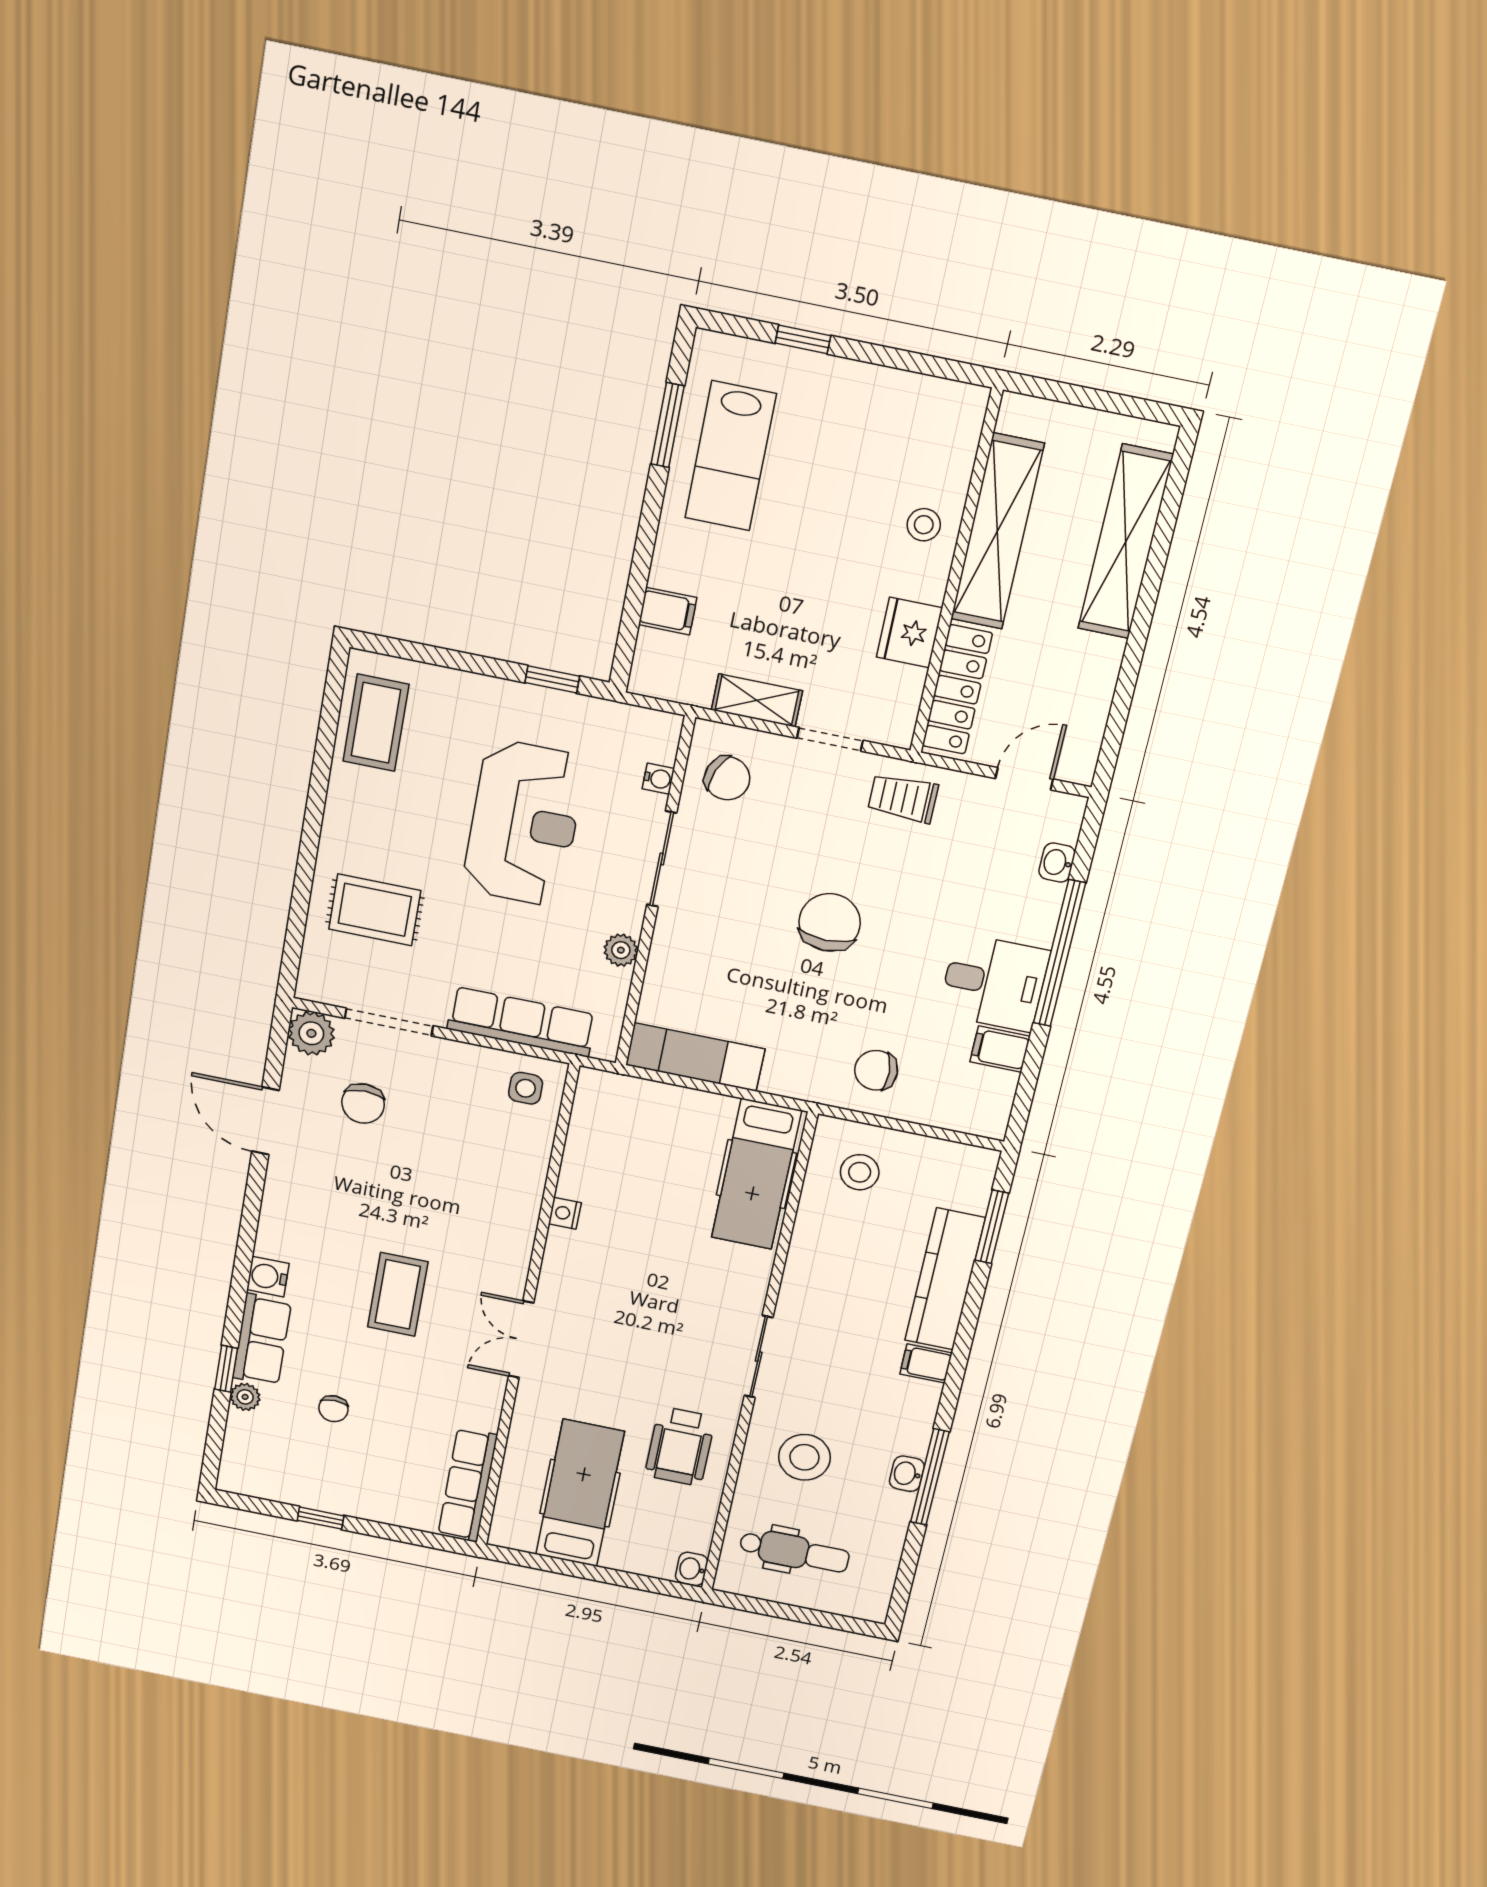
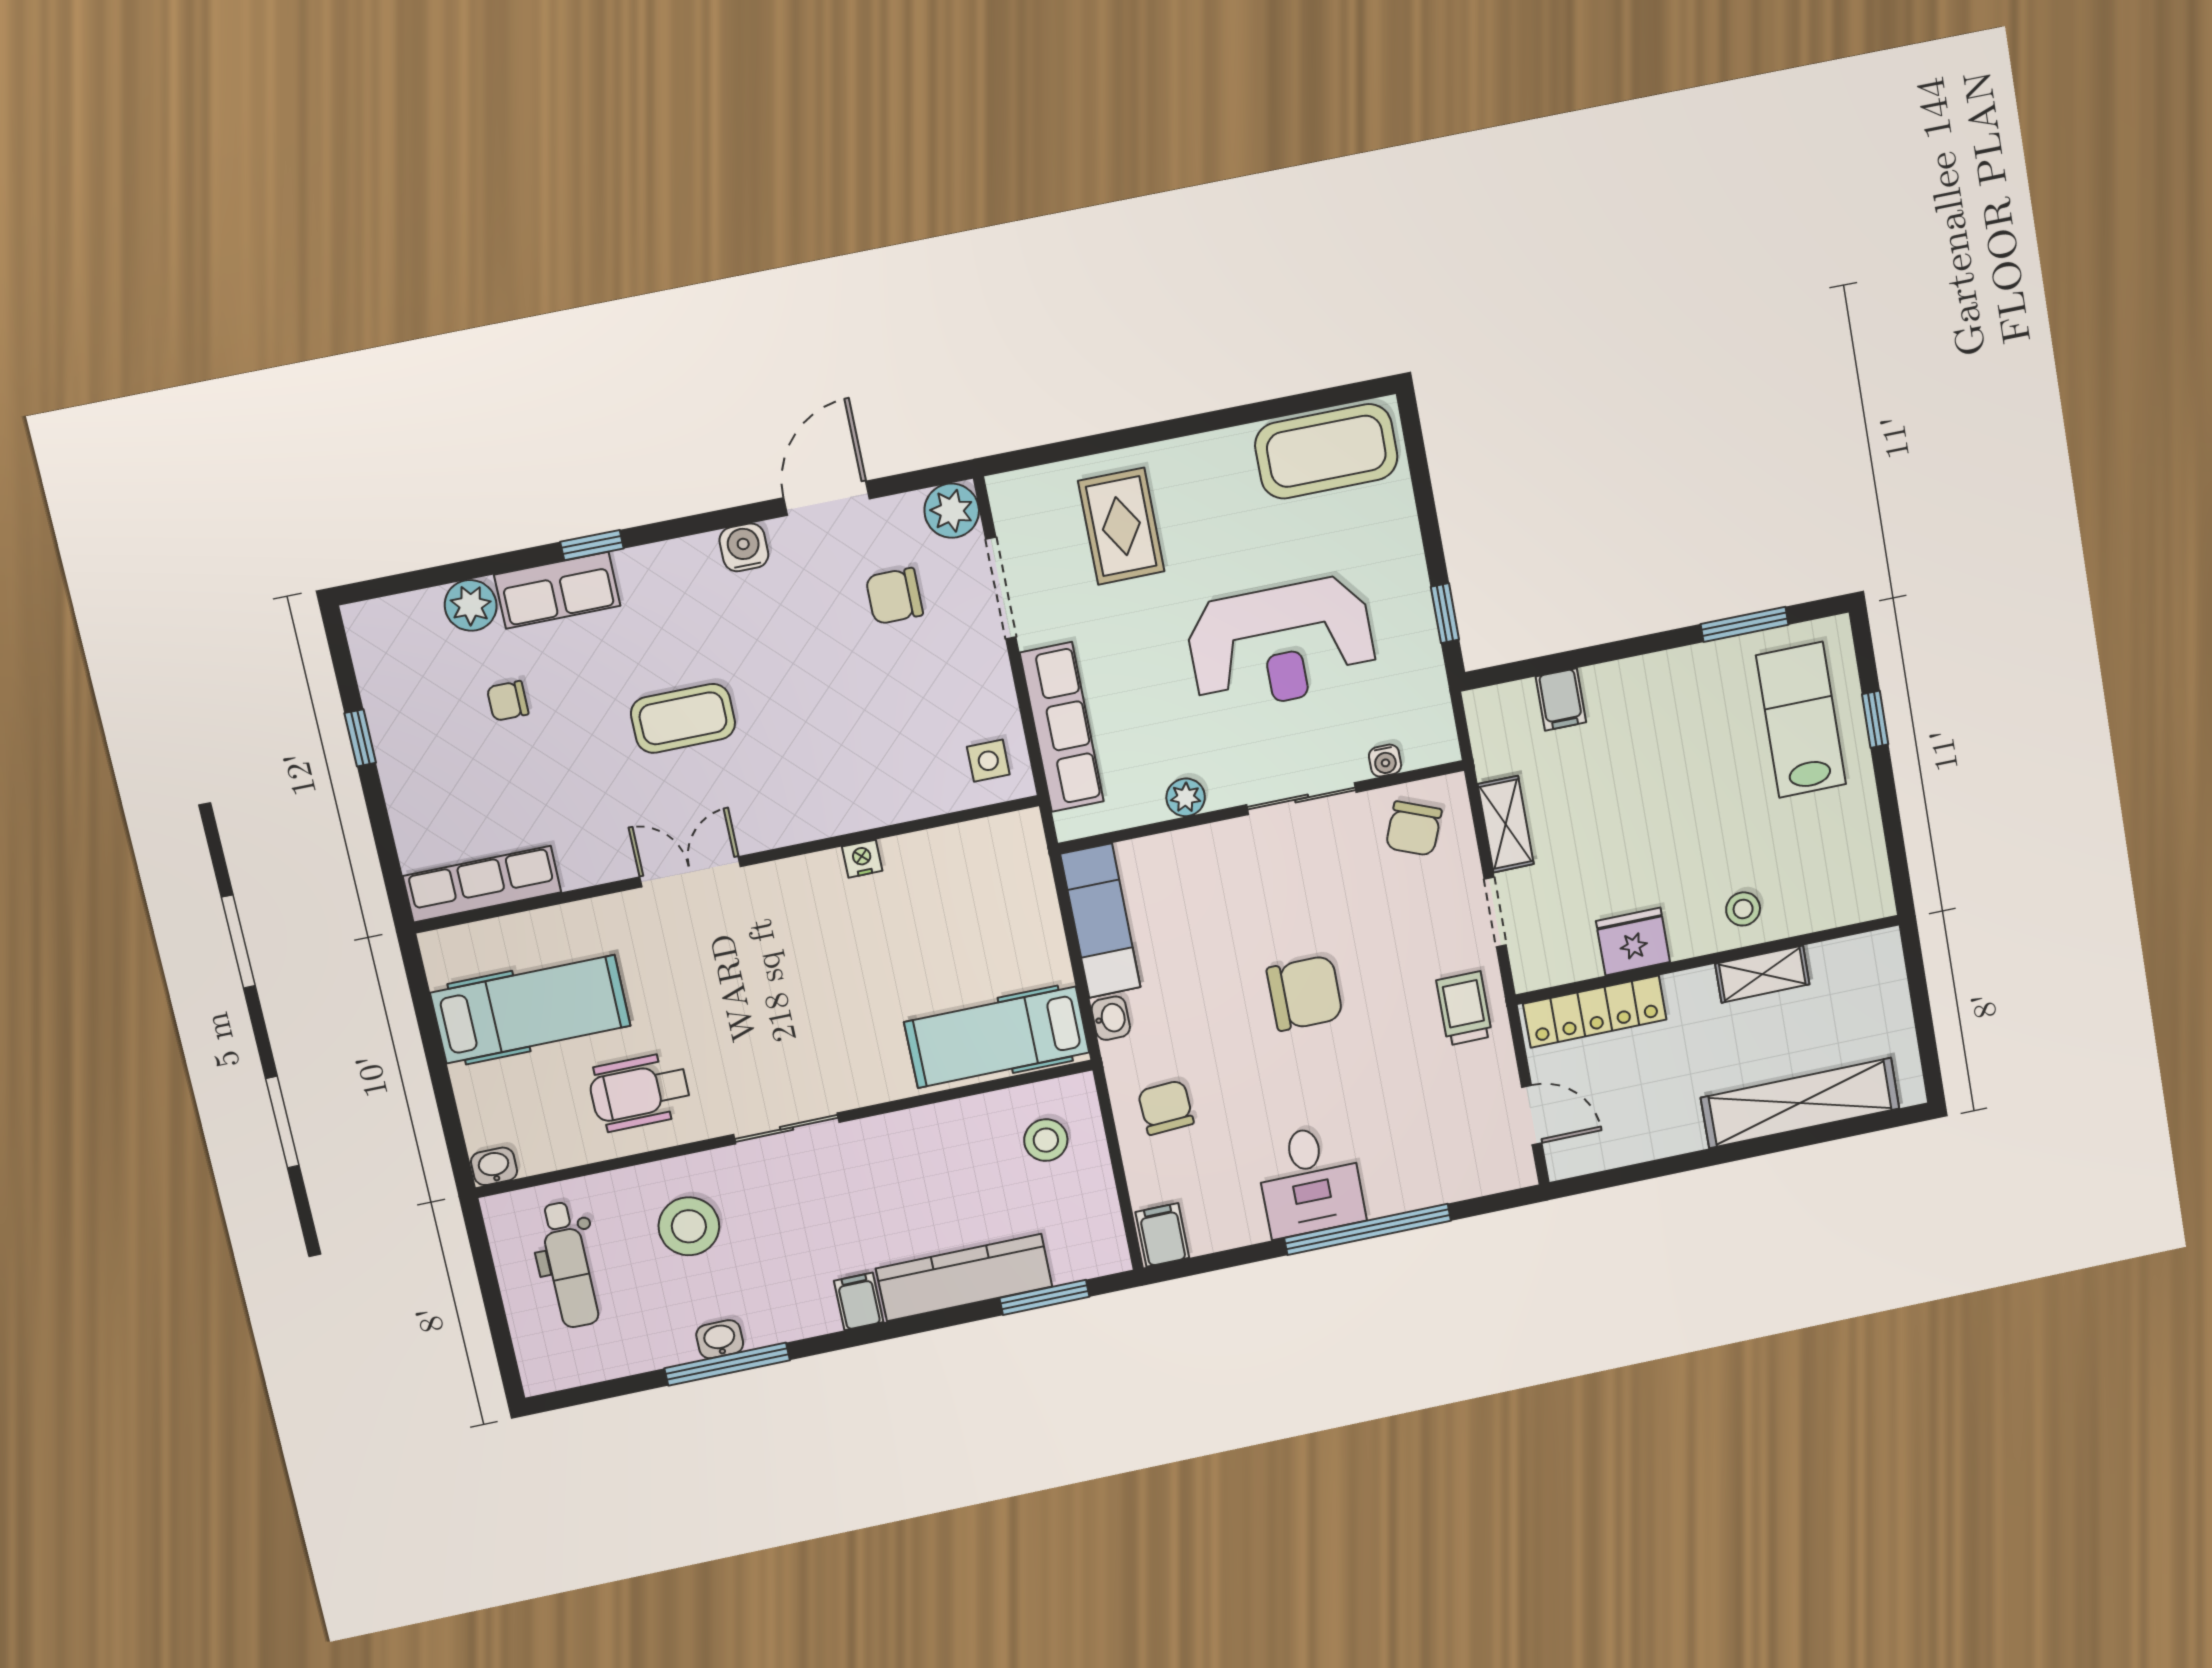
lab bench: (731, 456) -> (1801, 720), moved, turned 90
shelving: (997, 532) -> (1762, 974), width x0.45, depth x0.75
coffee table: (376, 723) -> (1326, 451), width x1.36, depth x1.32
washbasin: (1057, 862) -> (1111, 1018), moved, turned 90
filing cabinet: (1000, 1049) -> (1162, 1235), moved
water cooler: (268, 1277) -> (744, 547), moved
window: (226, 1369) -> (592, 545), moved
plant: (245, 1397) -> (471, 605), width x1.38, depth x1.38

